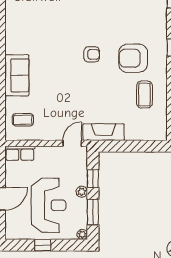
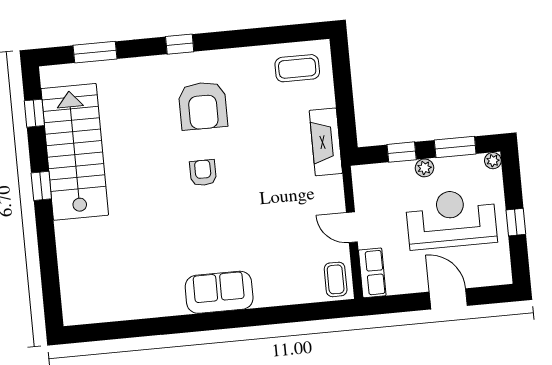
sofa: (17, 75) -> (219, 292), moved
coffee table: (144, 95) -> (297, 68), moved
coffee table: (23, 120) -> (336, 279), moved
door: (72, 143) -> (352, 227), moved

